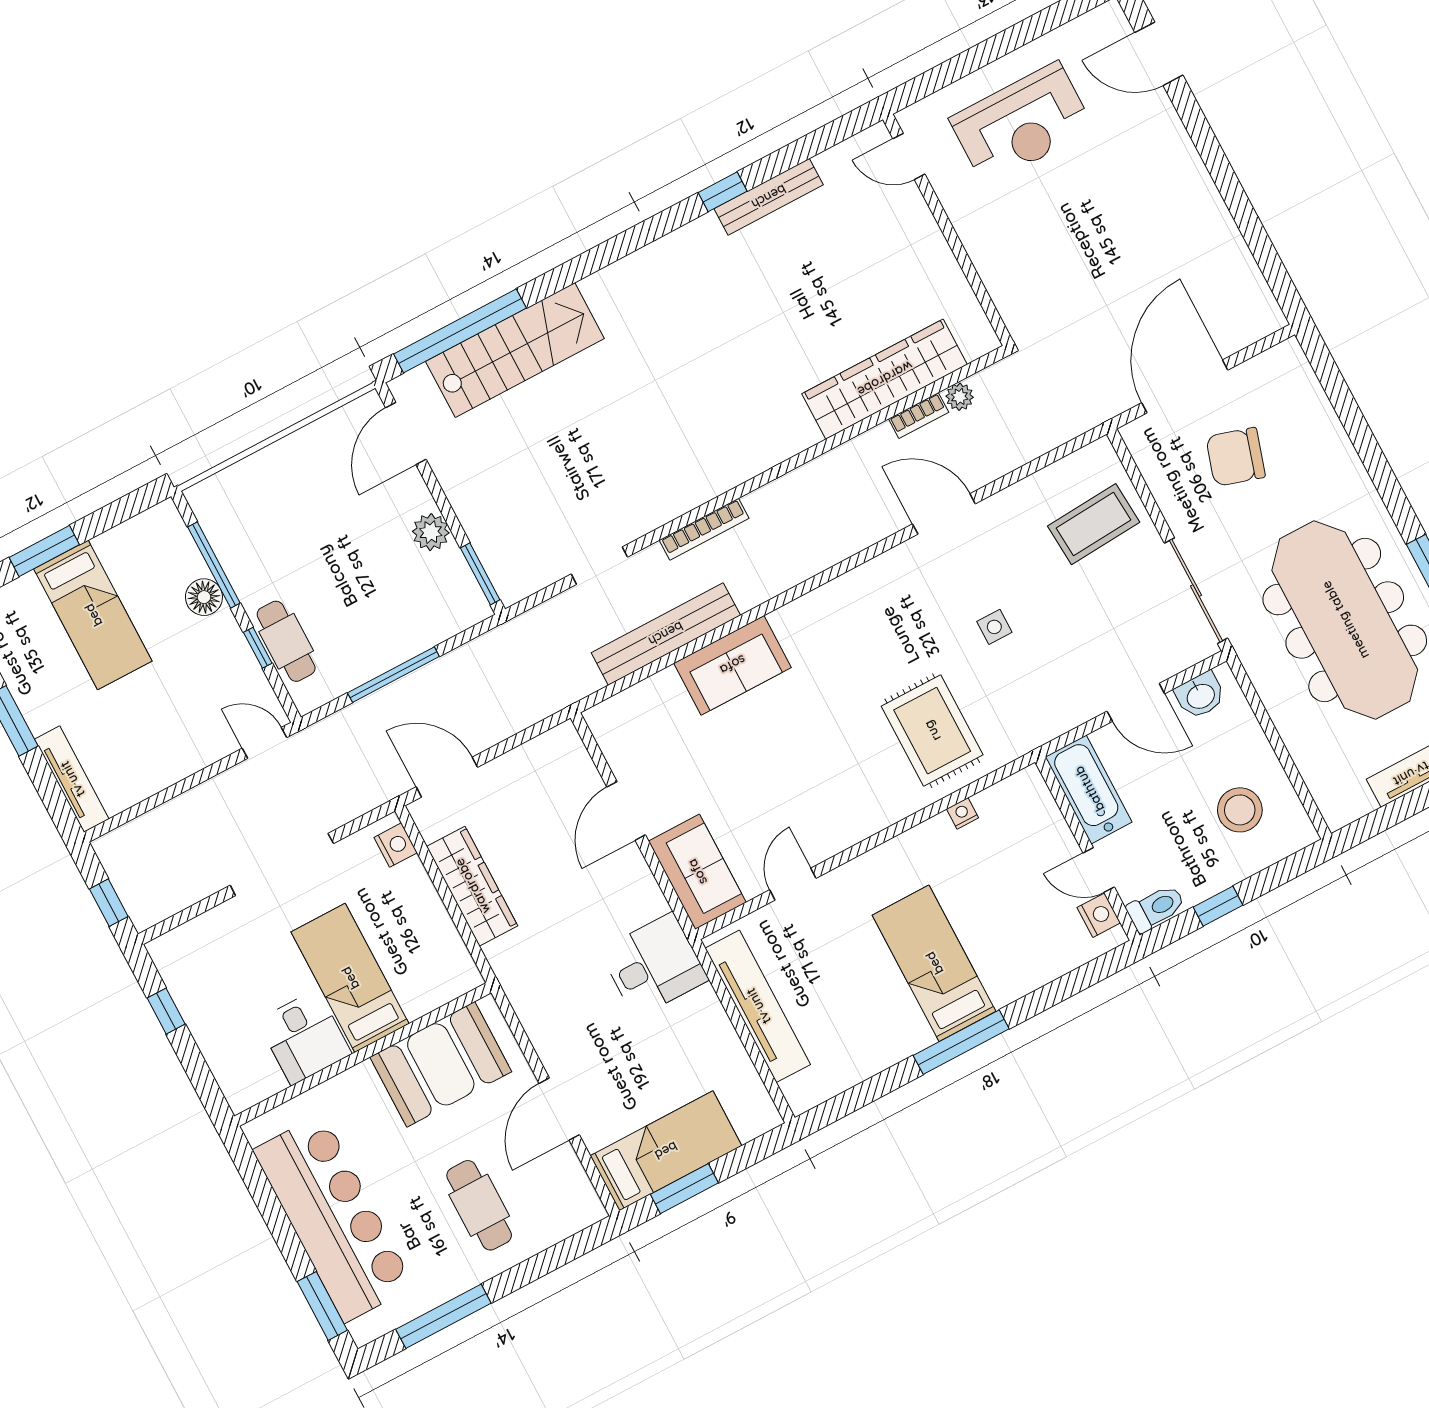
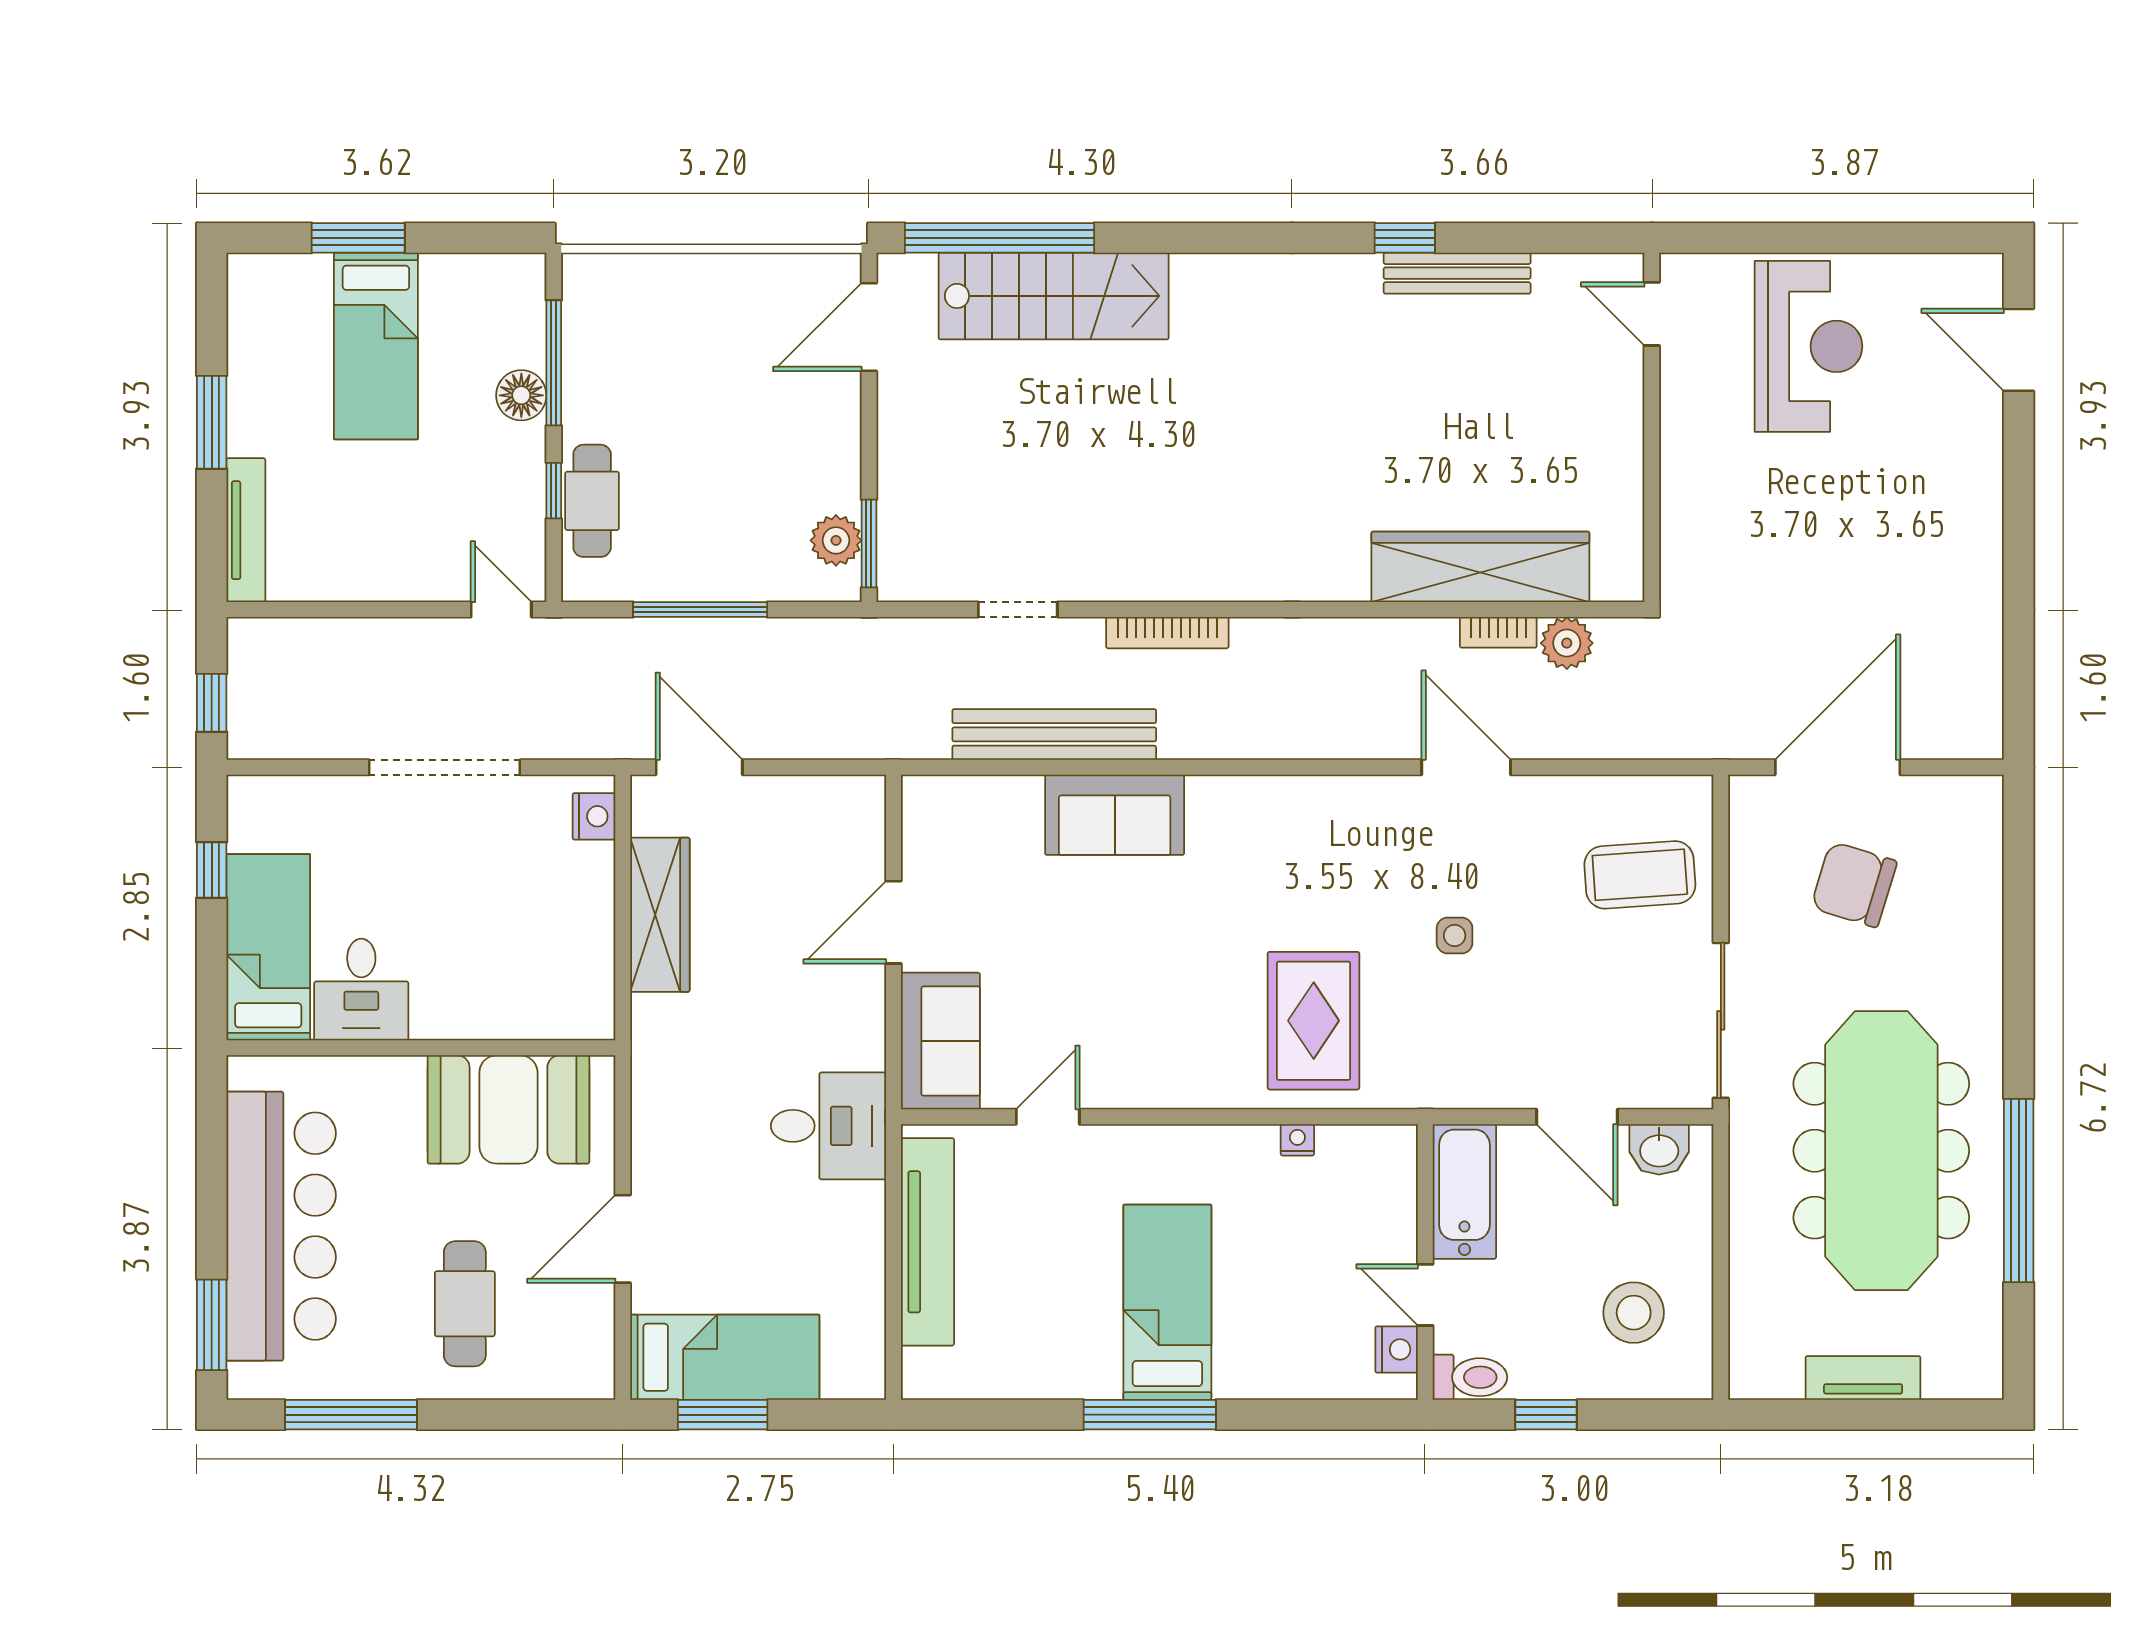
reception desk: (1022, 124) -> (1809, 346), turned -90
plant: (960, 397) -> (1567, 643), width x1.38, depth x1.38
plant: (431, 532) -> (836, 540), moved
bed: (350, 978) -> (268, 947), moved

